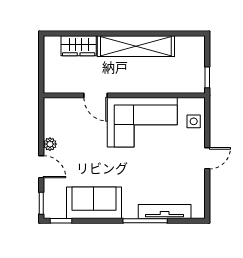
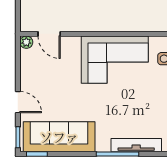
door: (95, 95) -> (49, 34), moved
plant: (50, 144) -> (26, 42), moved
sofa: (94, 203) -> (59, 137), width x1.36

